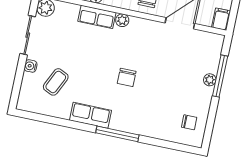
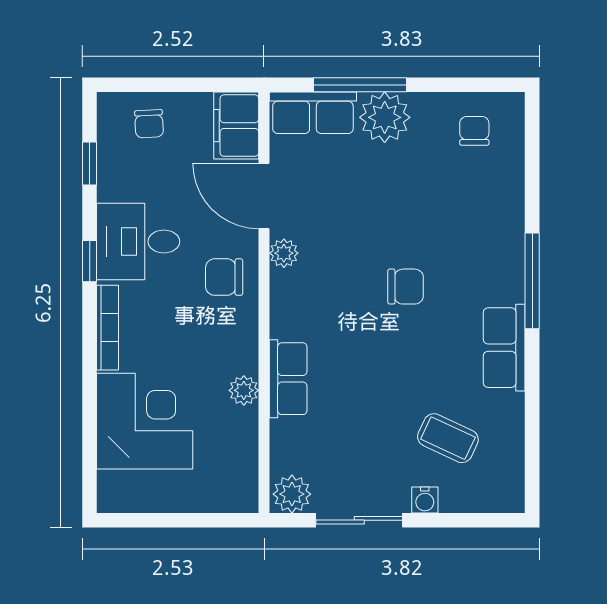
filing cabinet: (221, 19) -> (236, 126), width x2.00
plant: (122, 20) -> (284, 253), moved
row of seats: (212, 53) -> (313, 113), added
plant: (210, 80) -> (385, 117), width x1.87, depth x1.87

